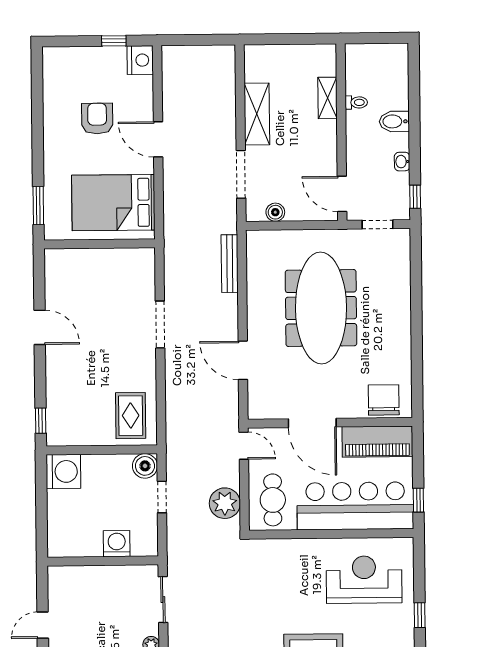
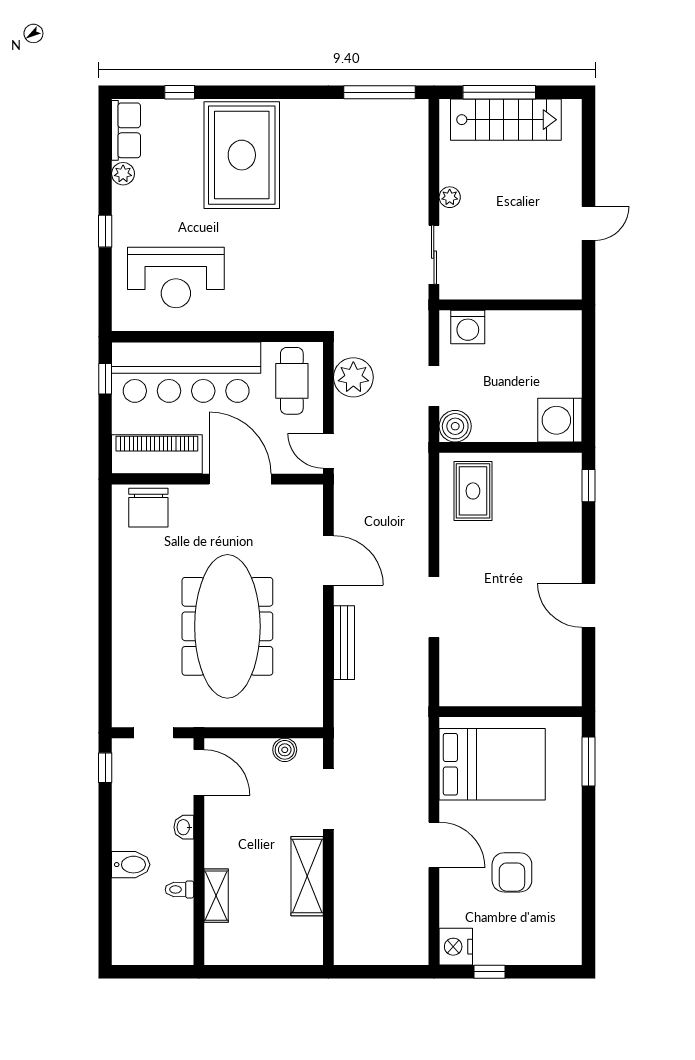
washbasin: (402, 162) -> (184, 827), moved, turned 180
bench: (230, 264) -> (344, 643), moved
washing machine: (117, 544) -> (468, 327), moved

